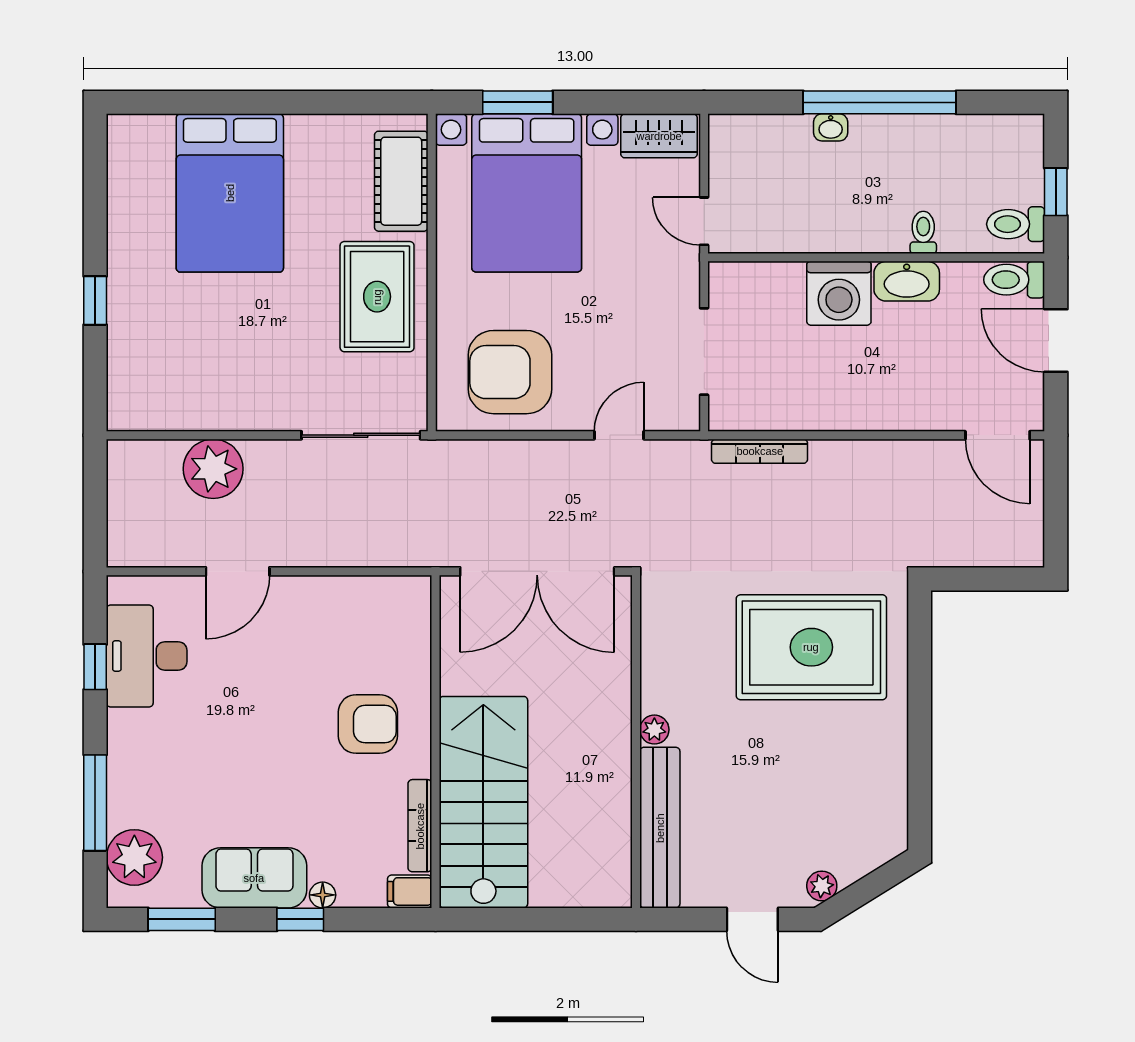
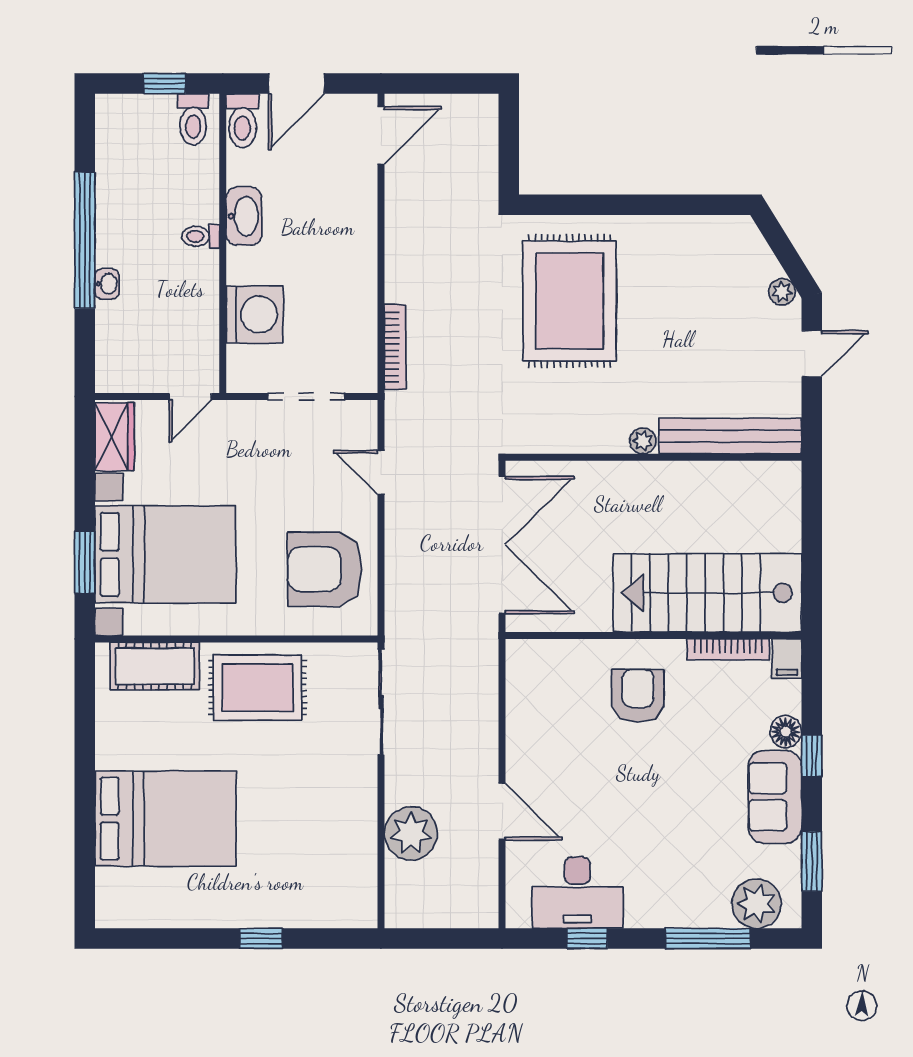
toilet: (923, 232) -> (200, 236), moved
washing machine: (839, 293) -> (255, 314), moved
armchair: (510, 372) -> (325, 569), turned 90
floor lamp: (323, 895) -> (786, 732), width x1.37, depth x1.37

